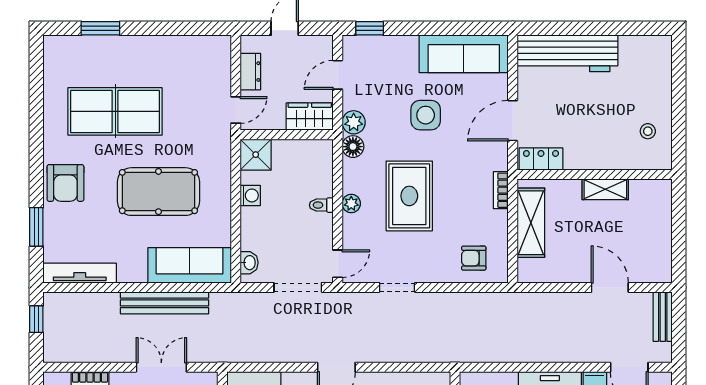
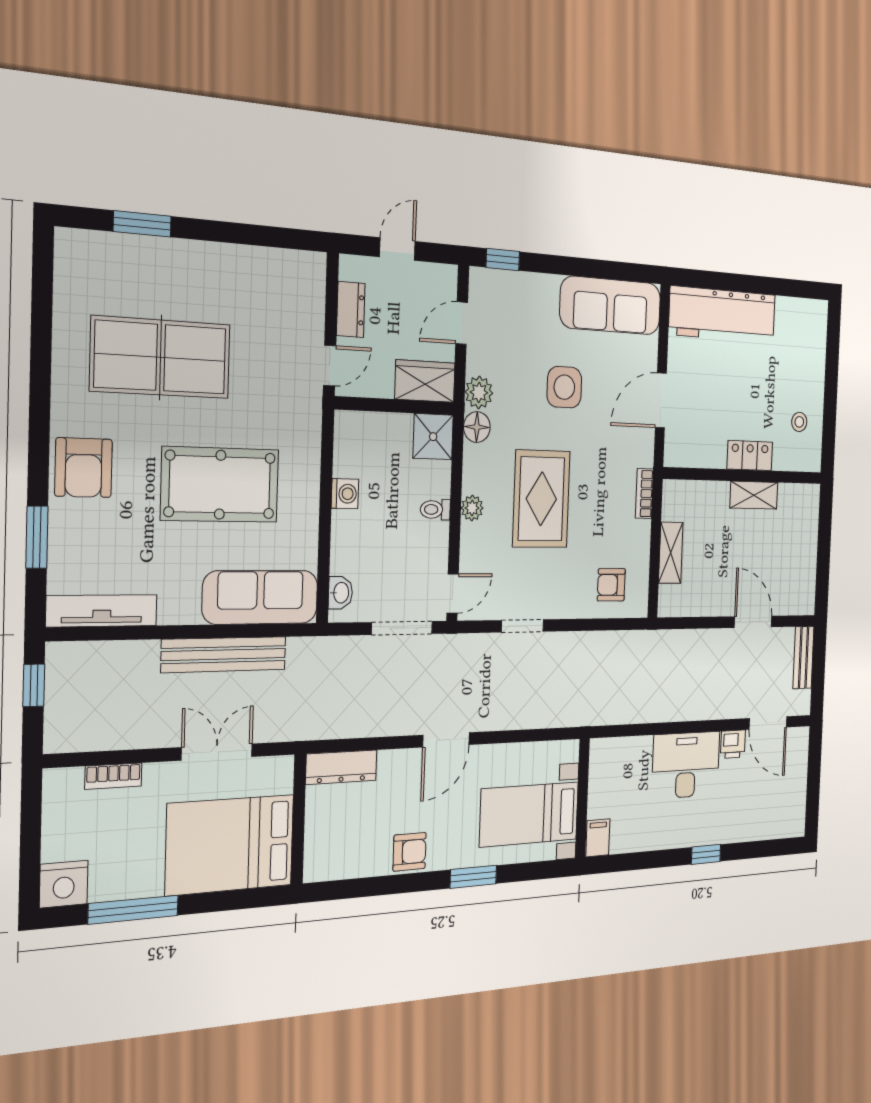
shower: (256, 155) -> (433, 437), moved
locker: (541, 159) -> (750, 456), moved
shelving: (531, 223) -> (671, 553), width x0.67, depth x0.75

